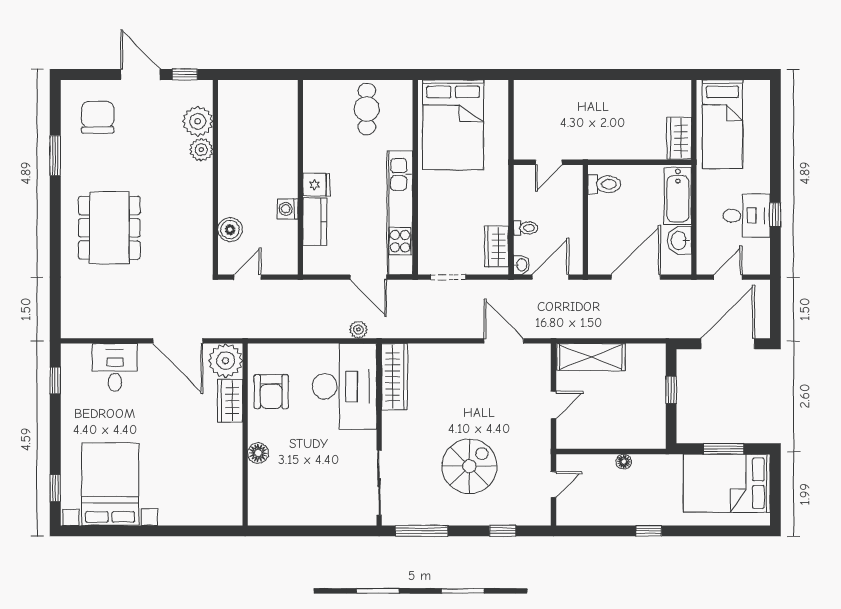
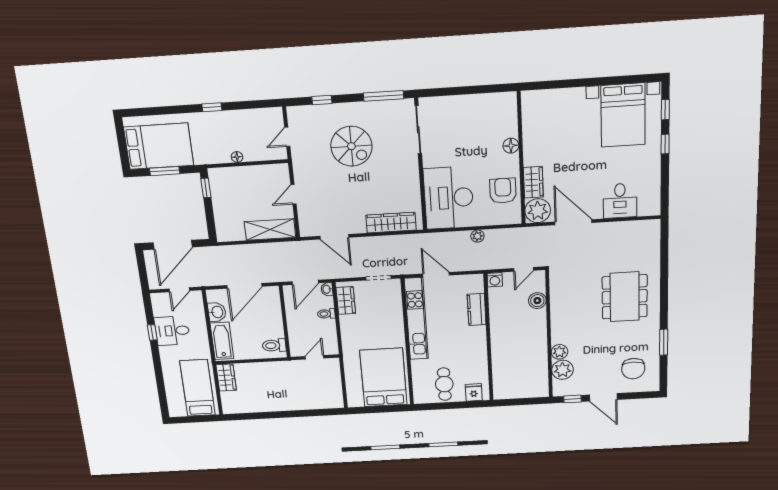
fridge: (317, 185) -> (474, 392), moved, turned 90
washing machine: (288, 209) -> (495, 280), moved, turned 90
plant: (358, 330) -> (477, 236), moved
wardrobe: (395, 377) -> (391, 223), moved, turned 90
window: (55, 380) -> (665, 144), moved
window: (671, 390) -> (206, 188), moved
spiral stairs: (469, 466) -> (351, 146), turned -90

